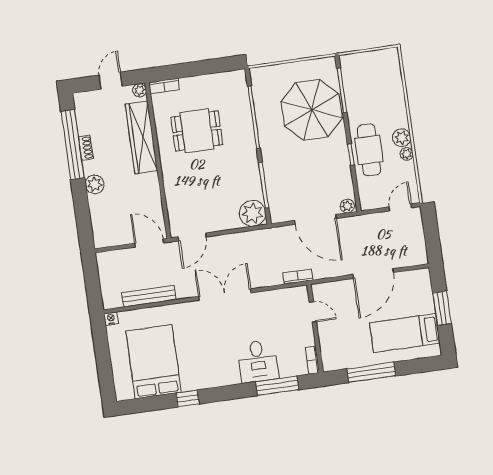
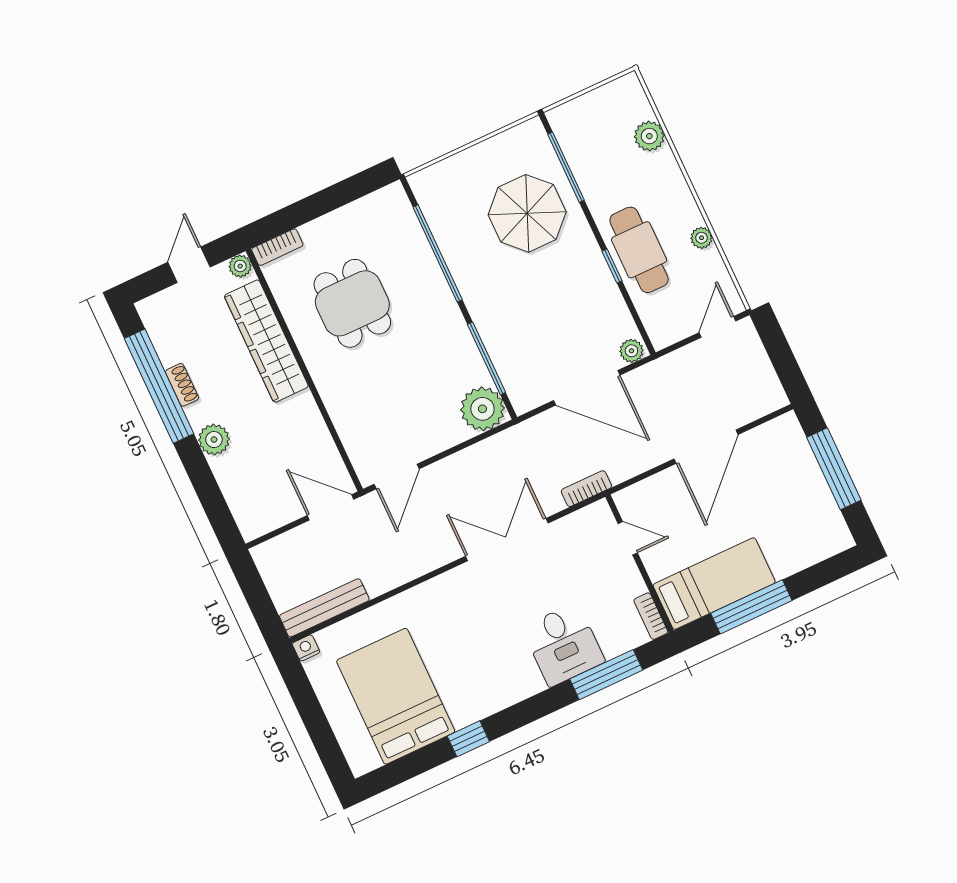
parasol: (312, 110) -> (527, 213), width x0.73, depth x0.73
dining table: (197, 131) -> (352, 303), turned 90
plant: (402, 138) -> (649, 136), moved
double door: (225, 295) -> (507, 540), moved
bench: (149, 296) -> (324, 608), moved
window: (442, 308) -> (834, 469), width x1.44
bed: (405, 333) -> (714, 584), moved, turned 180

